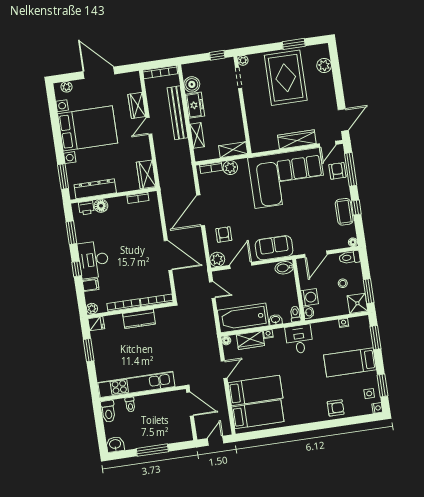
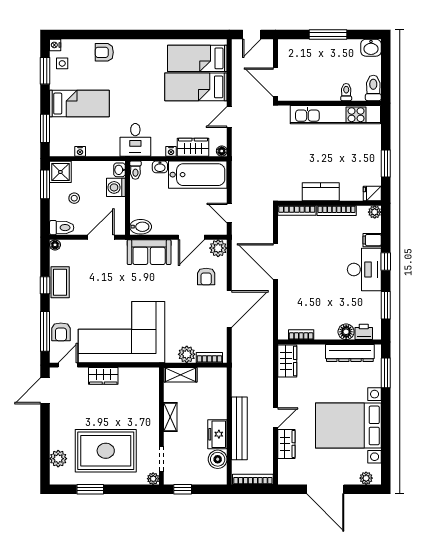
rug: (286, 78) -> (106, 451), turned 90
shelving: (197, 135) -> (170, 417), moved
wardrobe: (297, 139) -> (103, 376), width x0.67

